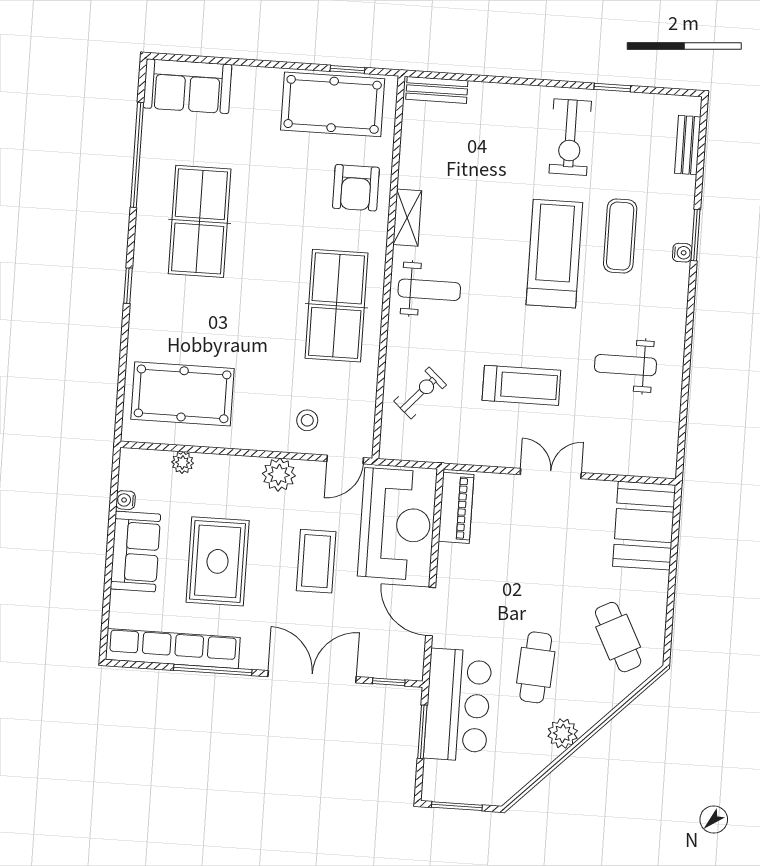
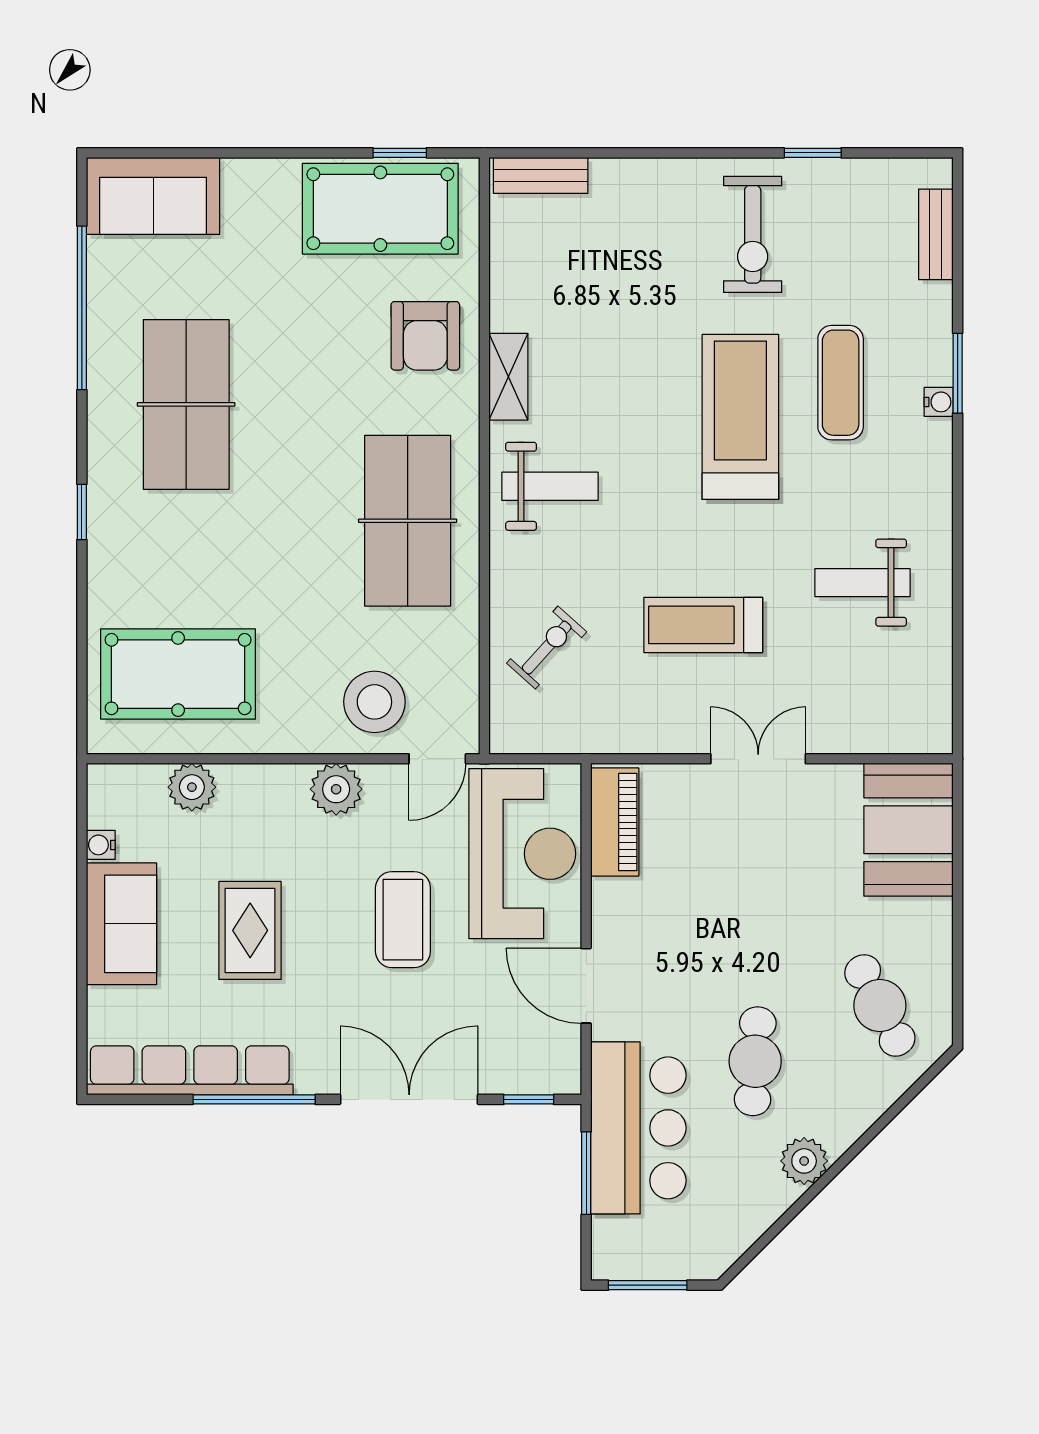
treadmill: (521, 385) -> (703, 625), turned 180
stool: (307, 420) -> (374, 702), width x1.89, depth x1.89
plant: (183, 463) -> (192, 787), width x1.38, depth x1.38
rug: (218, 561) -> (250, 930), width x0.73, depth x0.70

